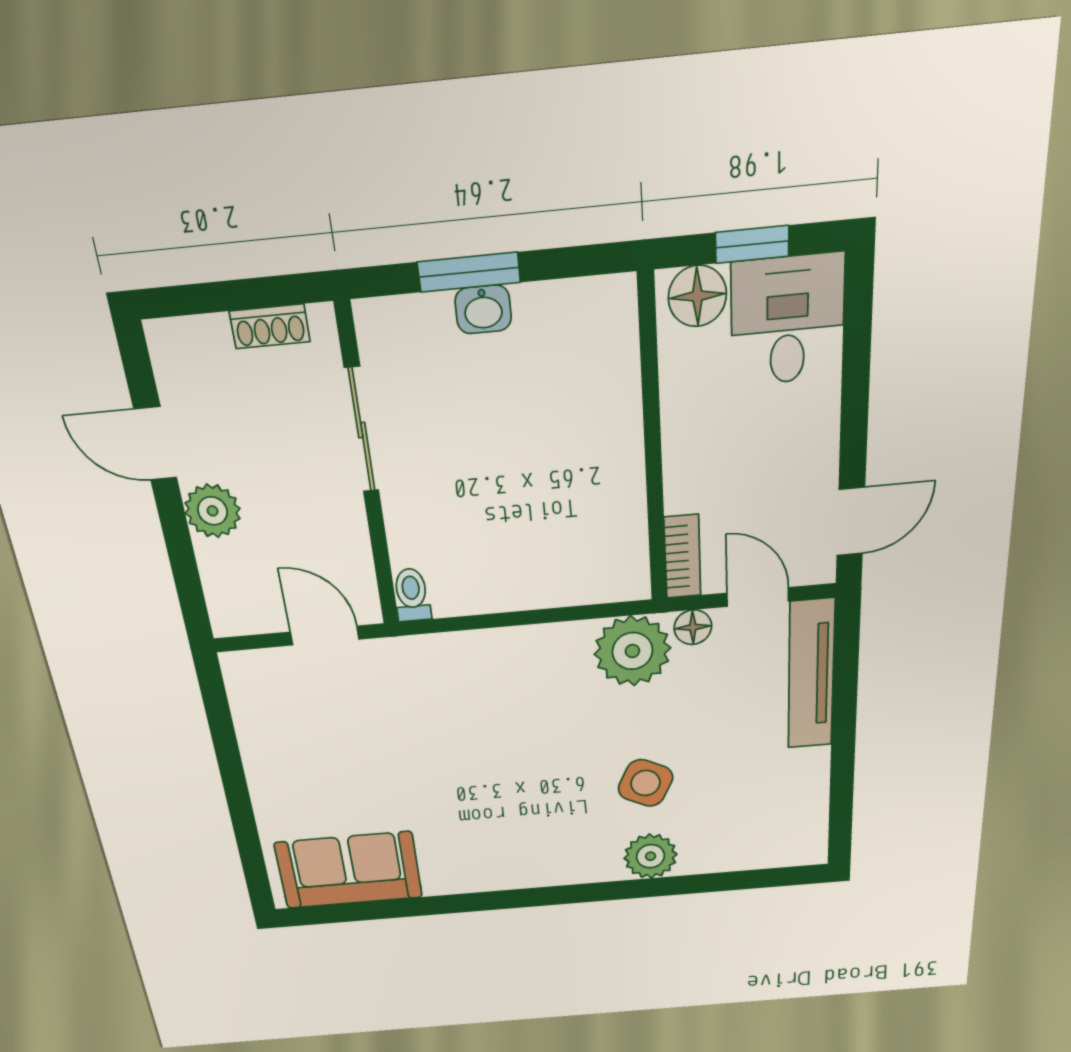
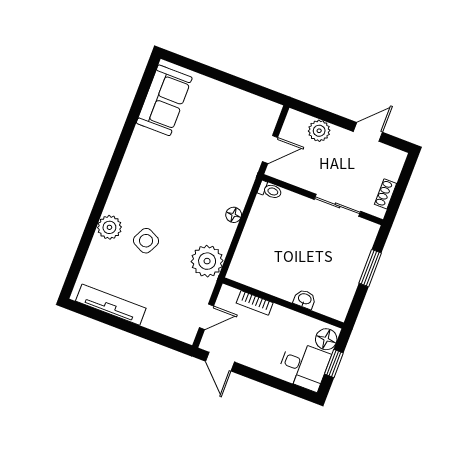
washbasin: (483, 309) -> (305, 299), moved, turned 90
plant: (213, 511) -> (319, 131), moved
bookcase: (682, 557) -> (255, 303), moved
floor lamp: (693, 627) -> (234, 215), moved
tv unit: (811, 675) -> (111, 305), moved

